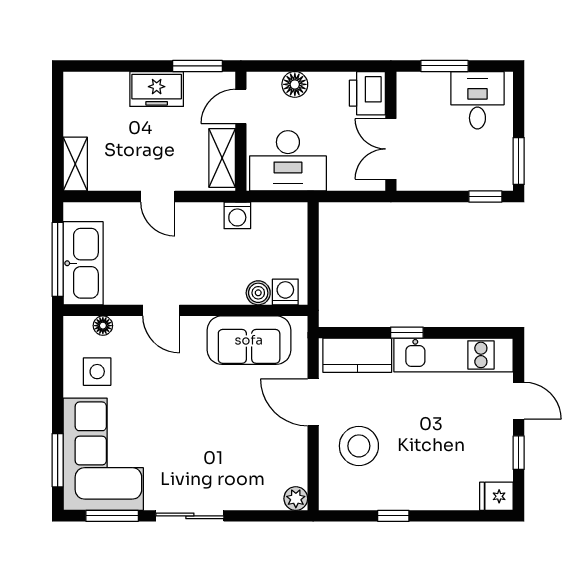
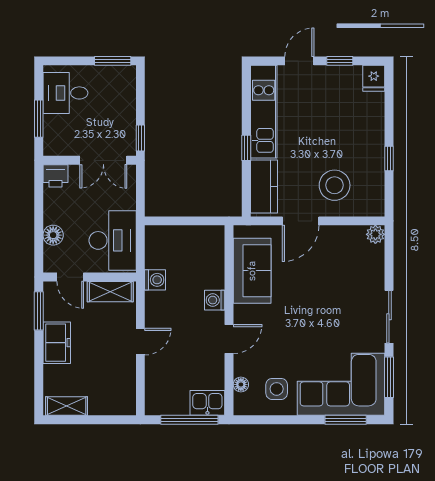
printer: (367, 93) -> (55, 176), width x0.73, depth x0.81
shelving: (75, 164) -> (67, 406), moved
window: (485, 197) -> (140, 138), moved
kitchen sink: (83, 263) -> (207, 403), width x0.53, depth x0.81
washing machine: (285, 292) -> (215, 300), moved
boiler: (258, 293) -> (215, 264), removed

